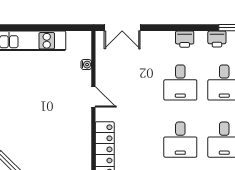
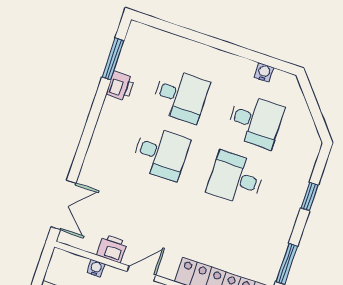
printer: (185, 39) -> (112, 249), moved, turned -90
desk: (180, 140) -> (236, 178), turned 180

